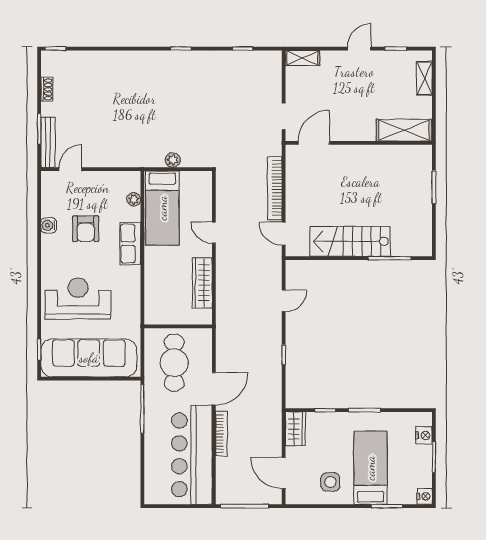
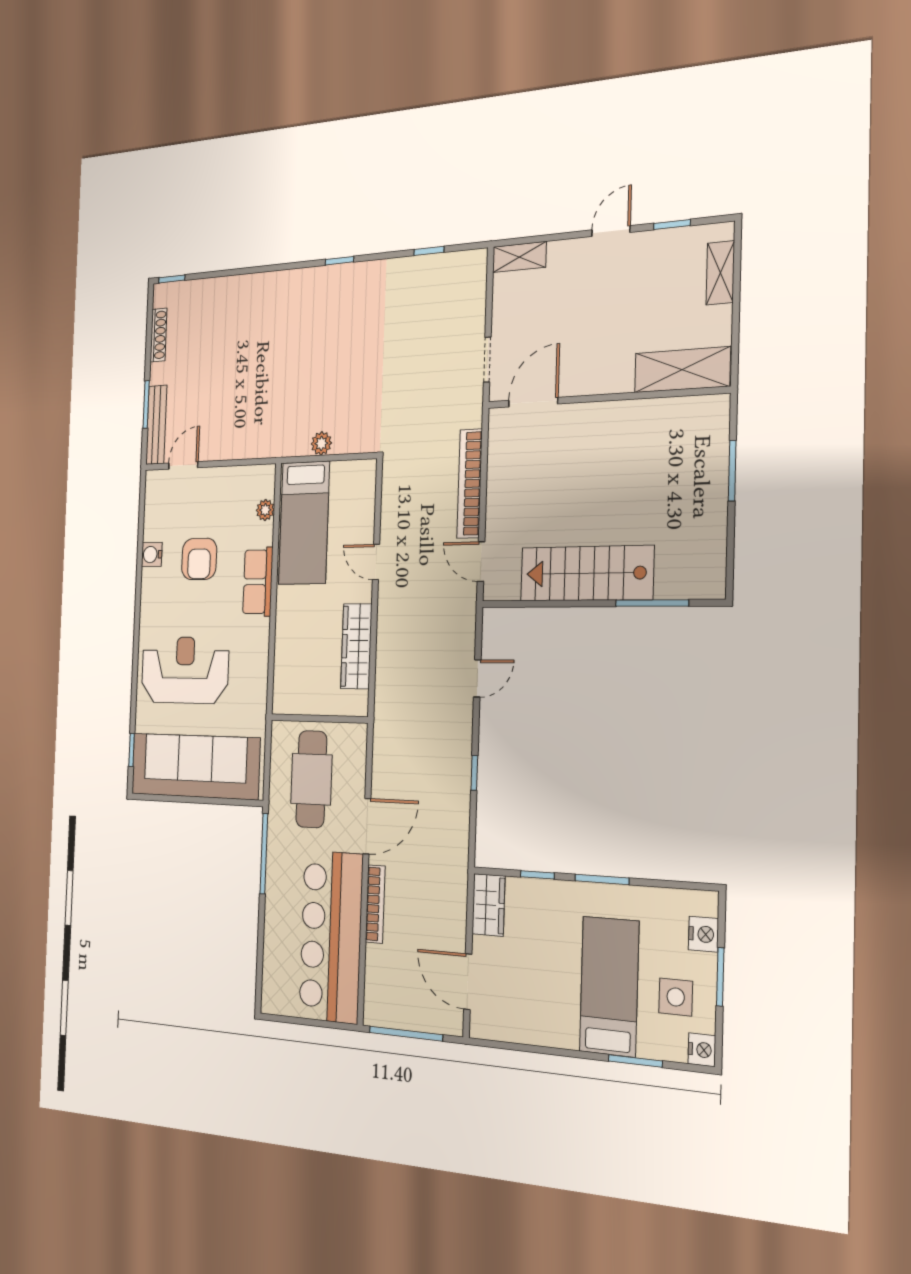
shoe rack: (47, 89) -> (158, 335), width x1.43
side table: (330, 482) -> (676, 997), moved

